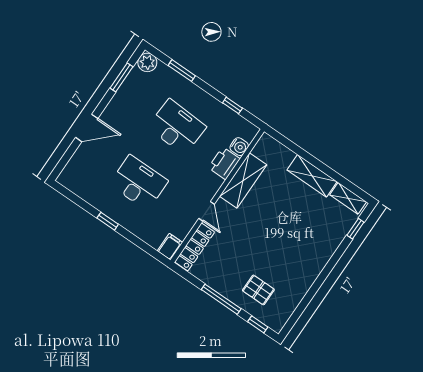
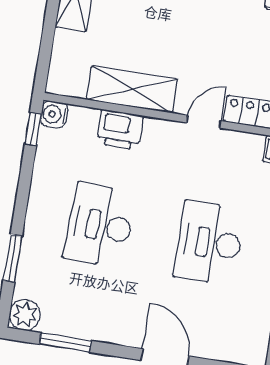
window: (232, 105) -> (33, 129), moved
water cooler: (239, 147) -> (54, 114), moved, turned -90

